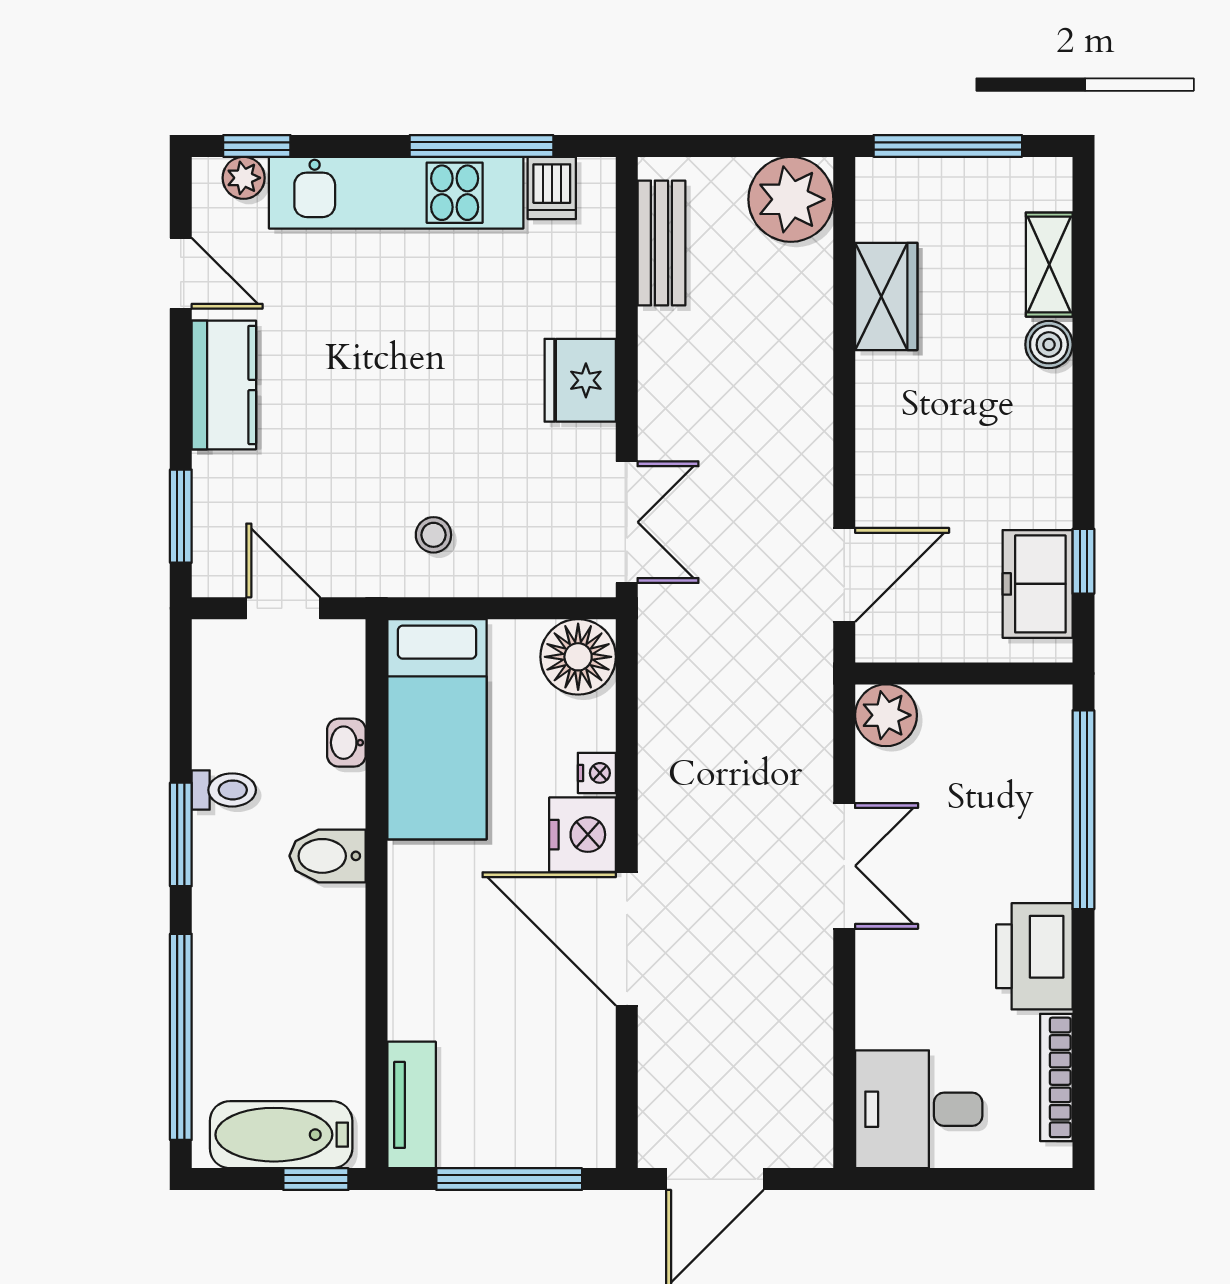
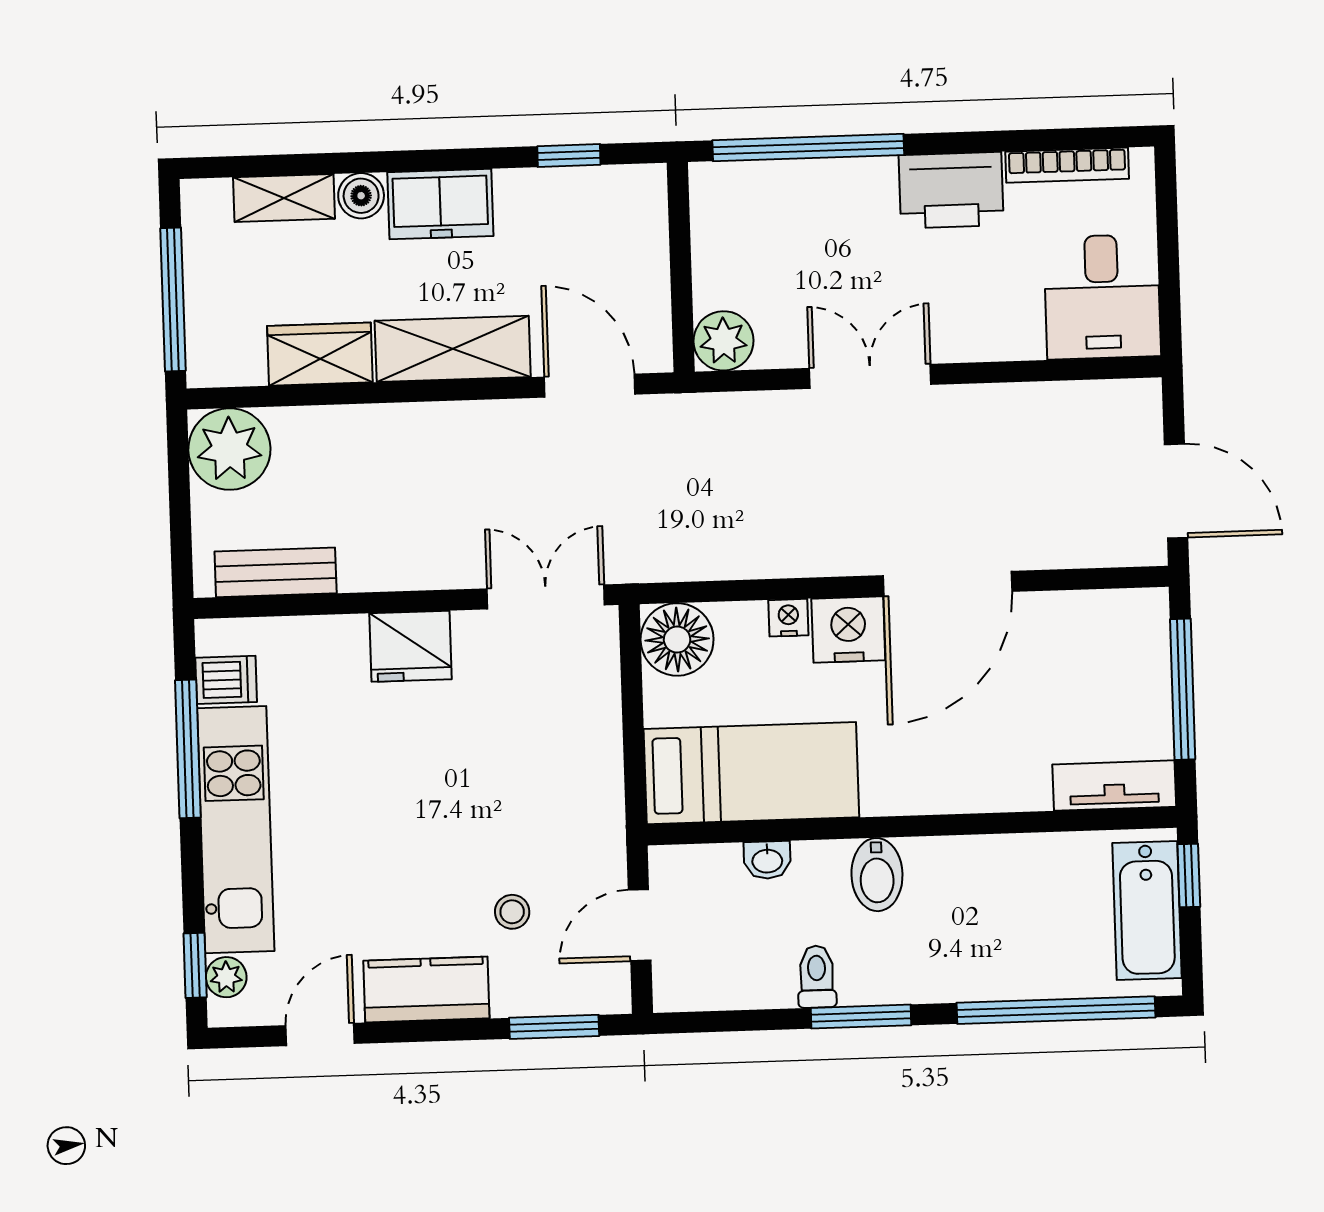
shelving: (887, 434) -> (453, 349), added
stool: (433, 535) -> (512, 912), moved
freezer: (1038, 584) -> (440, 204), moved

